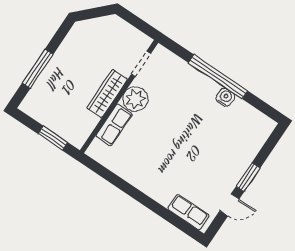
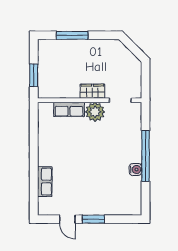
wardrobe: (107, 94) -> (92, 91), width x0.67
row of seats: (188, 212) -> (45, 182), moved

